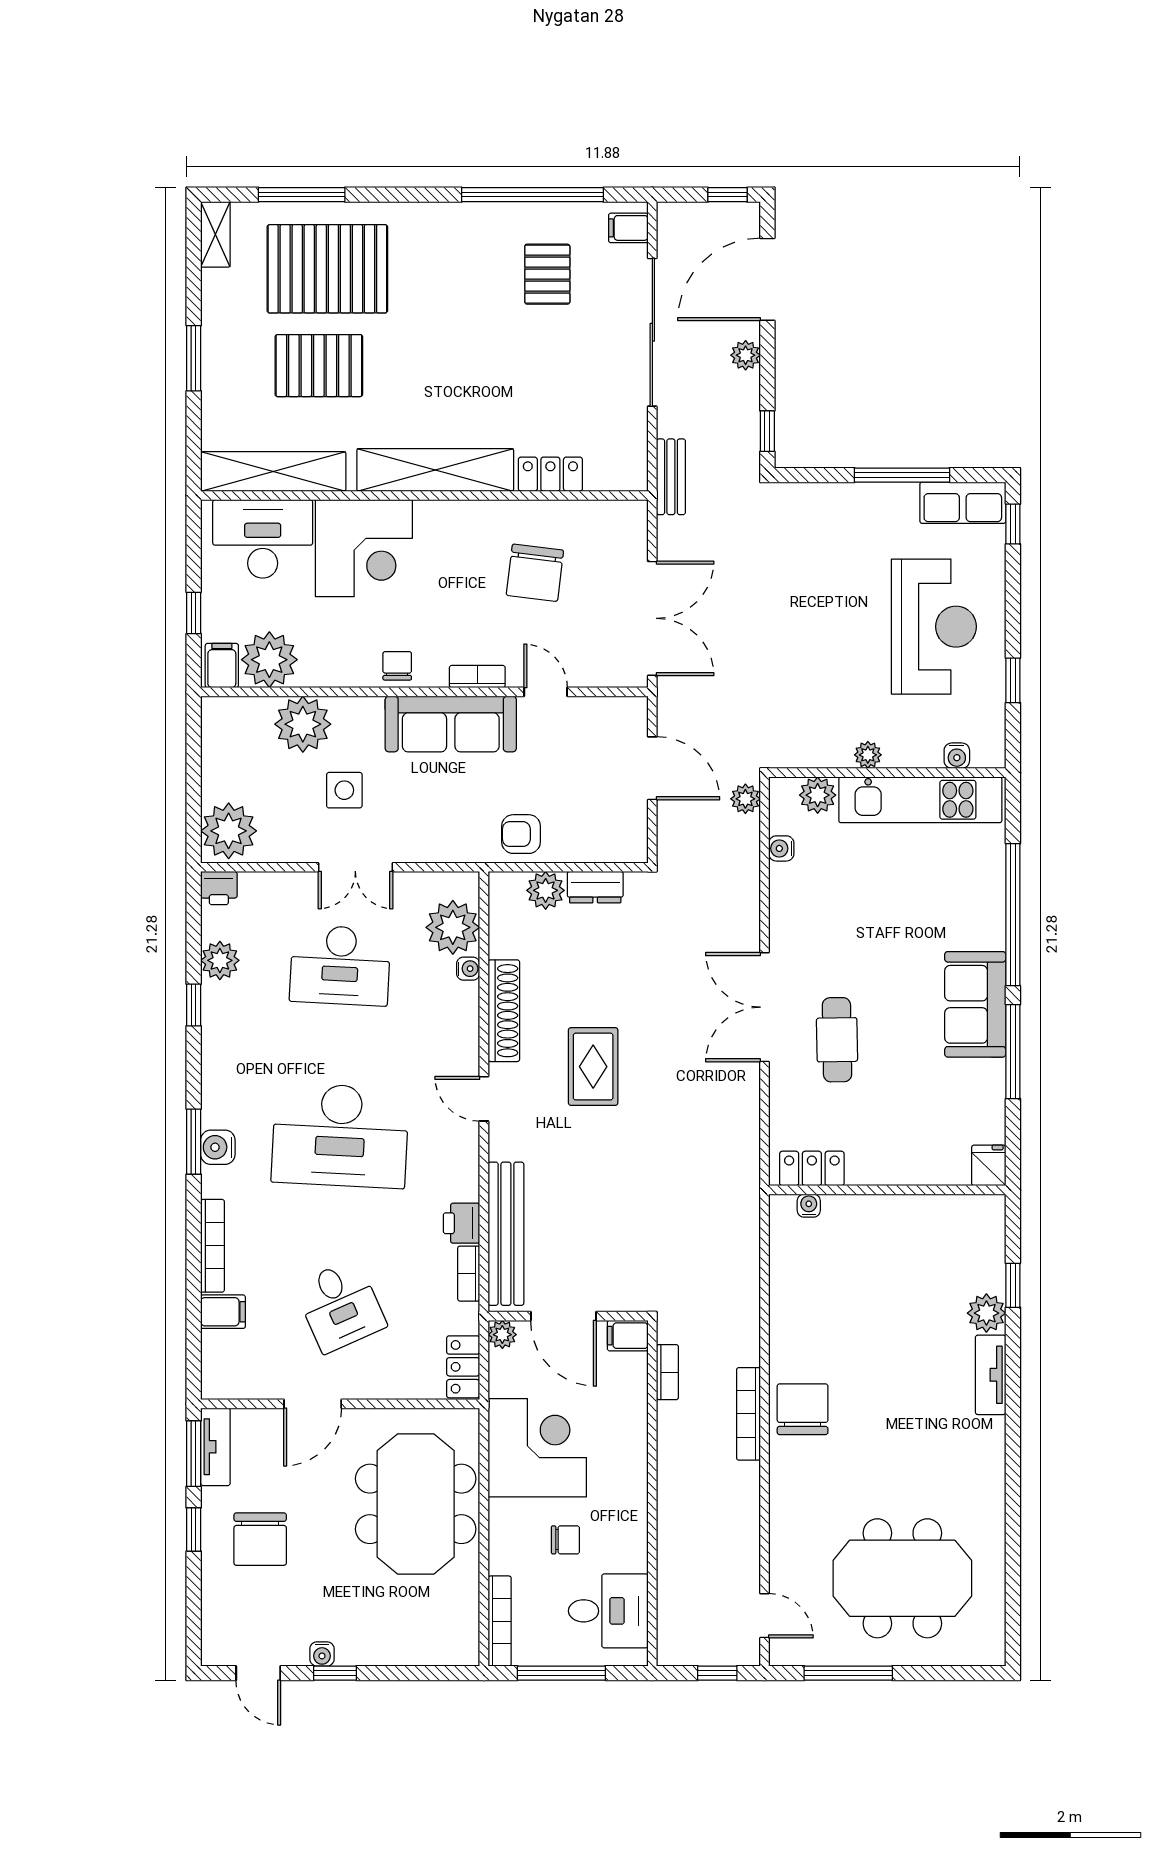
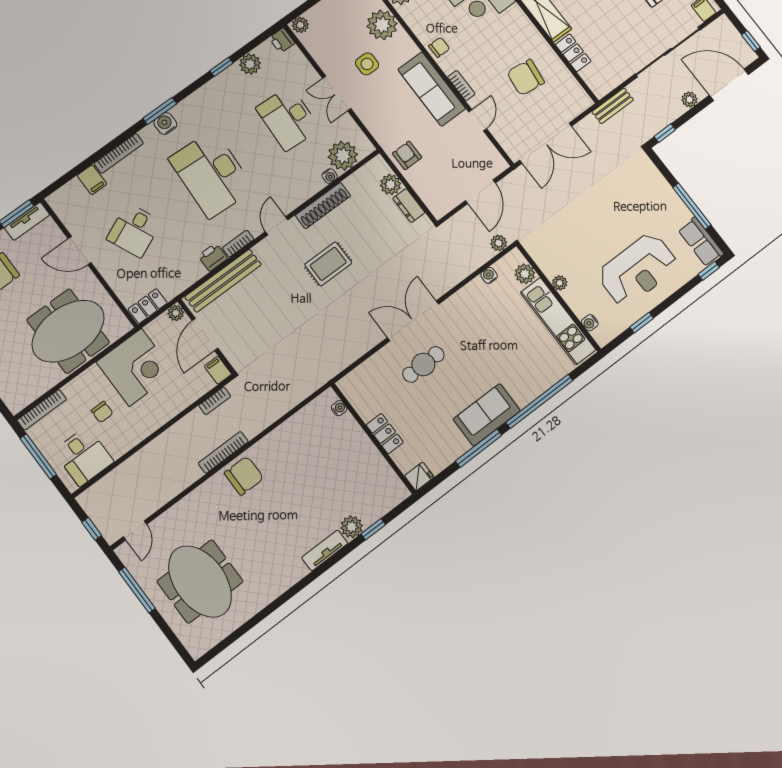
plant: (229, 831) -> (300, 25), width x0.53, depth x0.53
locker: (812, 1168) -> (385, 434), moved
bookcase: (469, 1274) -> (238, 244), moved

